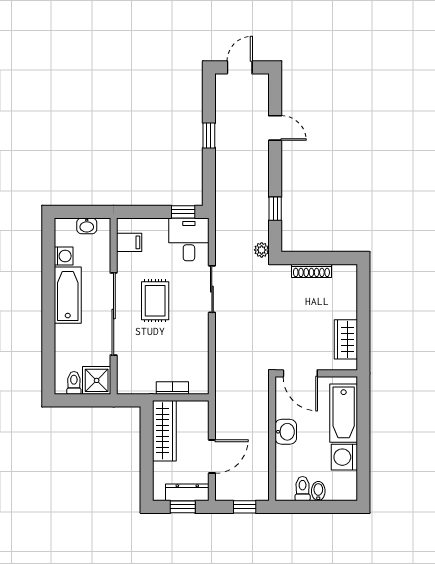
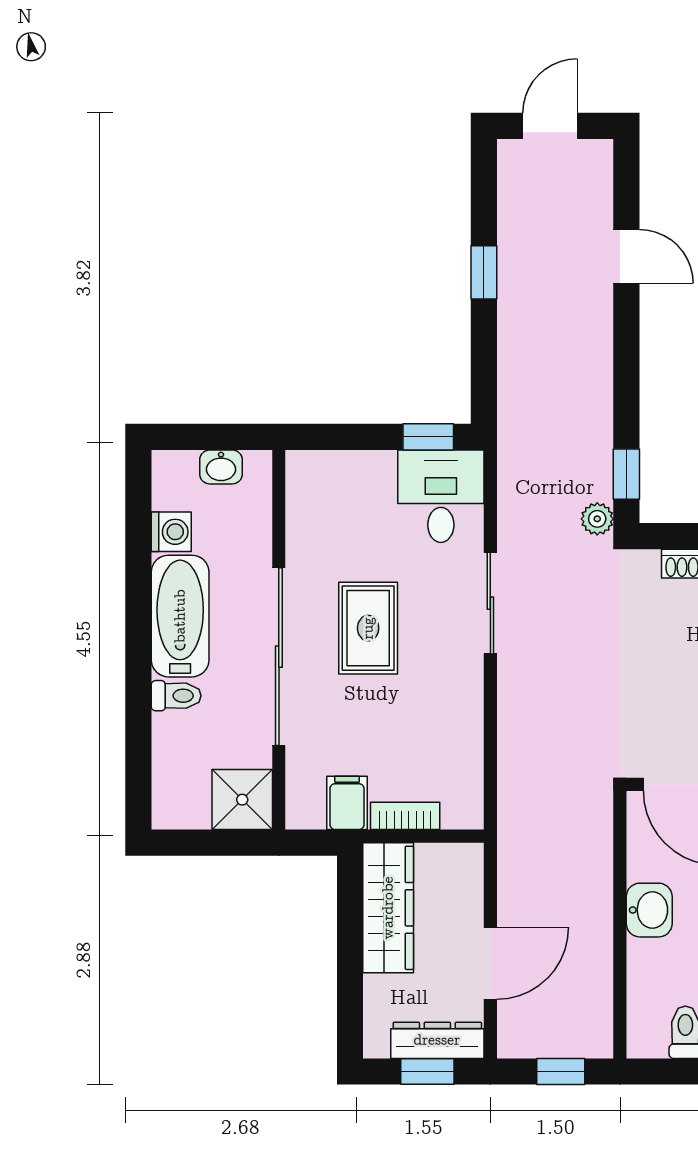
window: (275, 209) -> (626, 474), moved
filing cabinet: (129, 242) -> (347, 803), moved, turned -90
toilet: (74, 383) -> (176, 696), moved, turned 90

